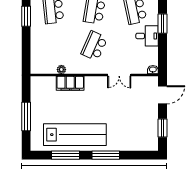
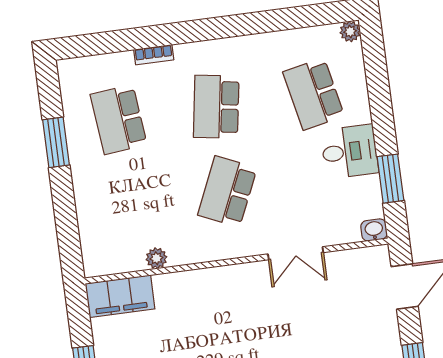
window: (163, 24) -> (390, 179), moved
filing cabinet: (70, 83) -> (120, 296), moved

